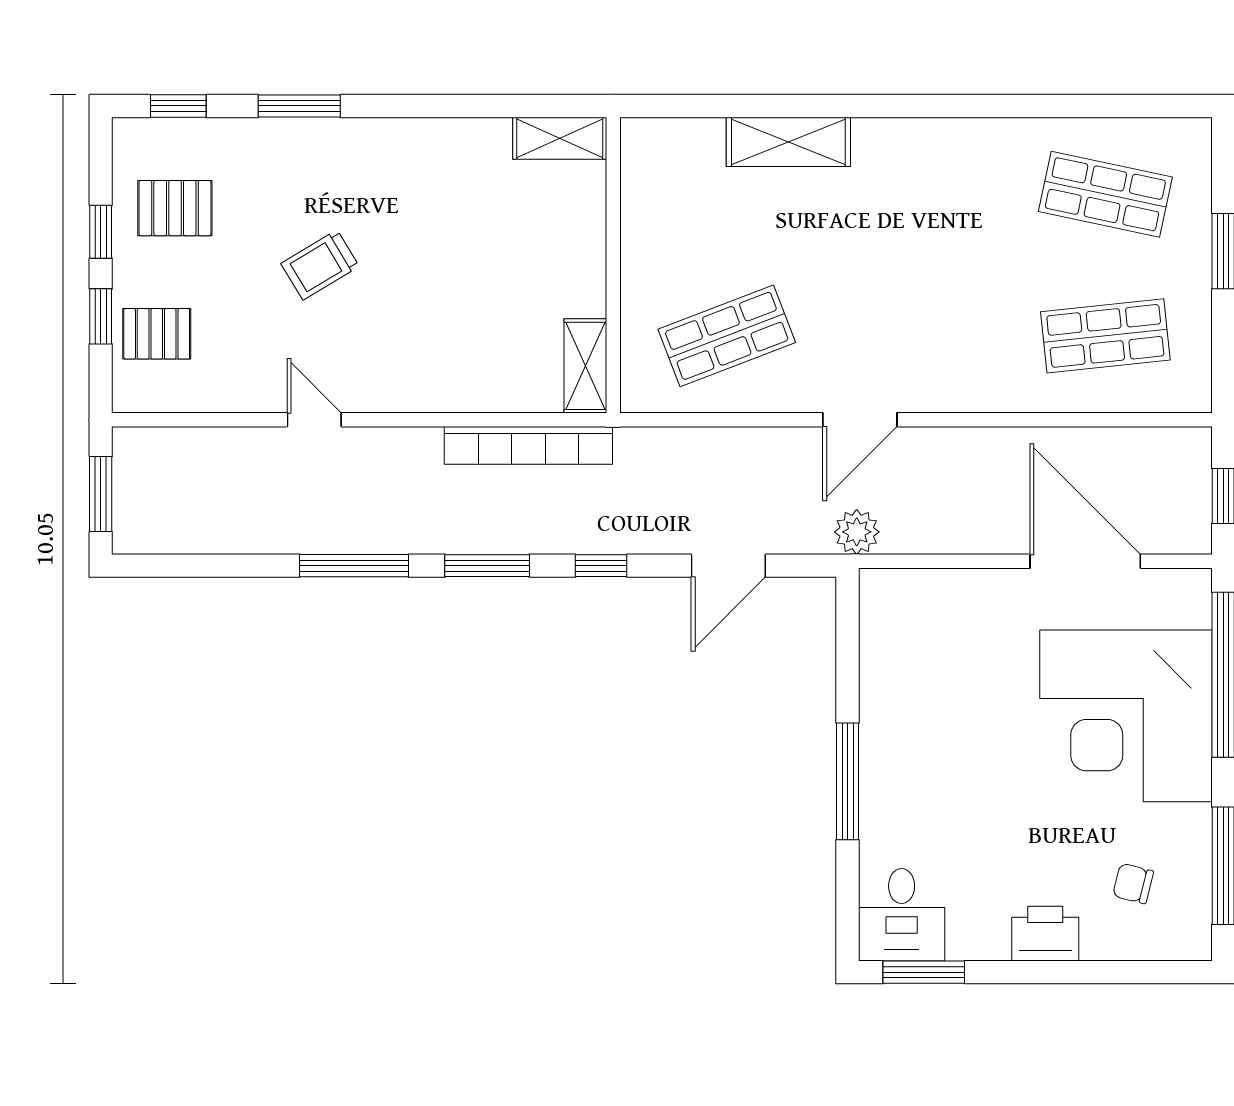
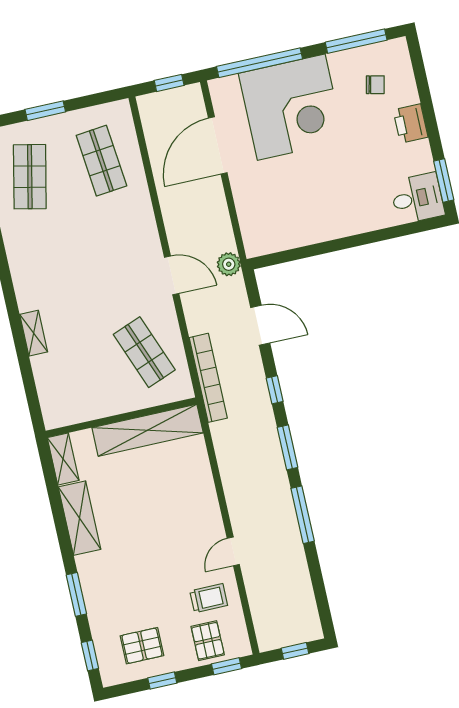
shelving: (788, 142) -> (34, 333), width x0.67, depth x0.75
shelving: (441, 144) -> (80, 518), added
pallet: (175, 208) -> (142, 646), turned 90
trolley: (320, 265) -> (209, 598), moved, turned -59
window: (101, 316) -> (226, 666), moved
shelving: (585, 366) -> (148, 430), width x2.20, depth x1.33
bookcase: (528, 445) -> (208, 378), moved
window: (101, 494) -> (295, 651), width x0.67
window: (848, 781) -> (356, 241), removed
chair: (1133, 883) -> (375, 85), turned -91

